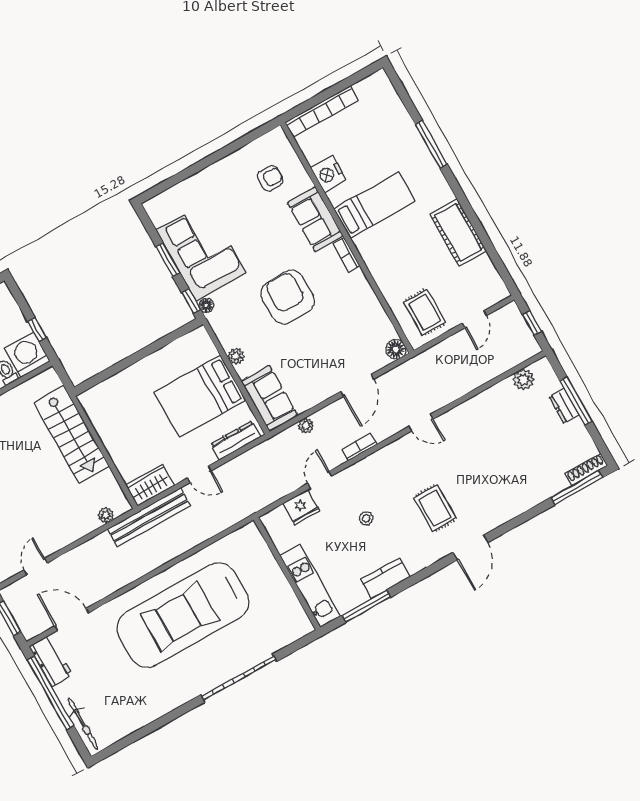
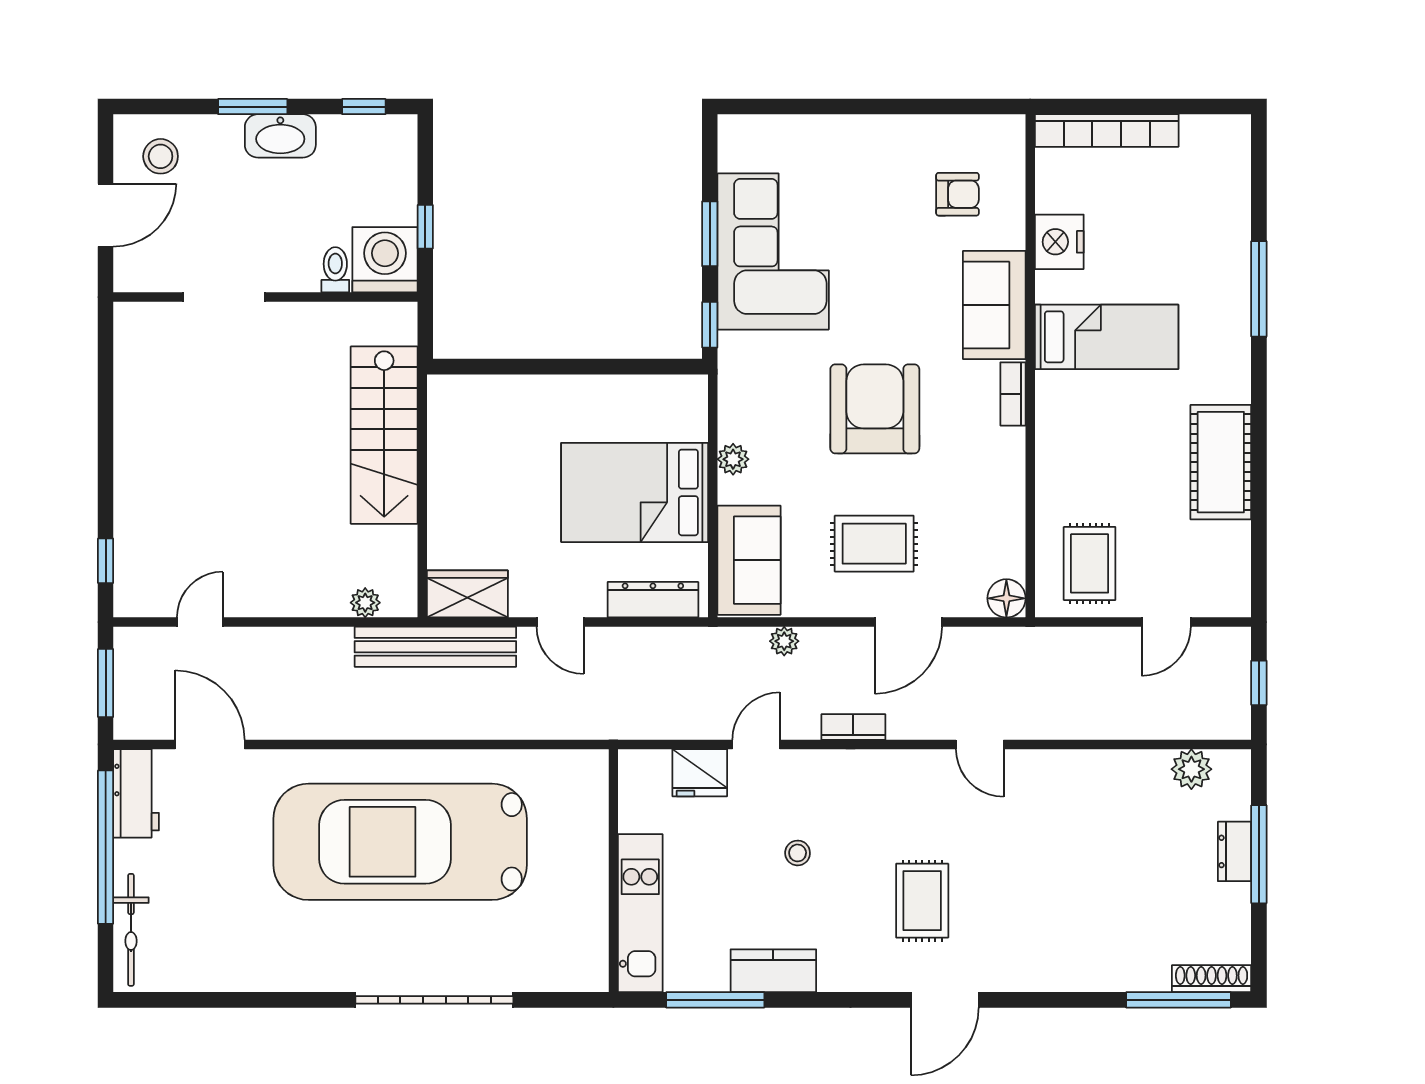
floor lamp: (206, 305) -> (731, 346), removed
rug: (322, 358) -> (874, 544), added

